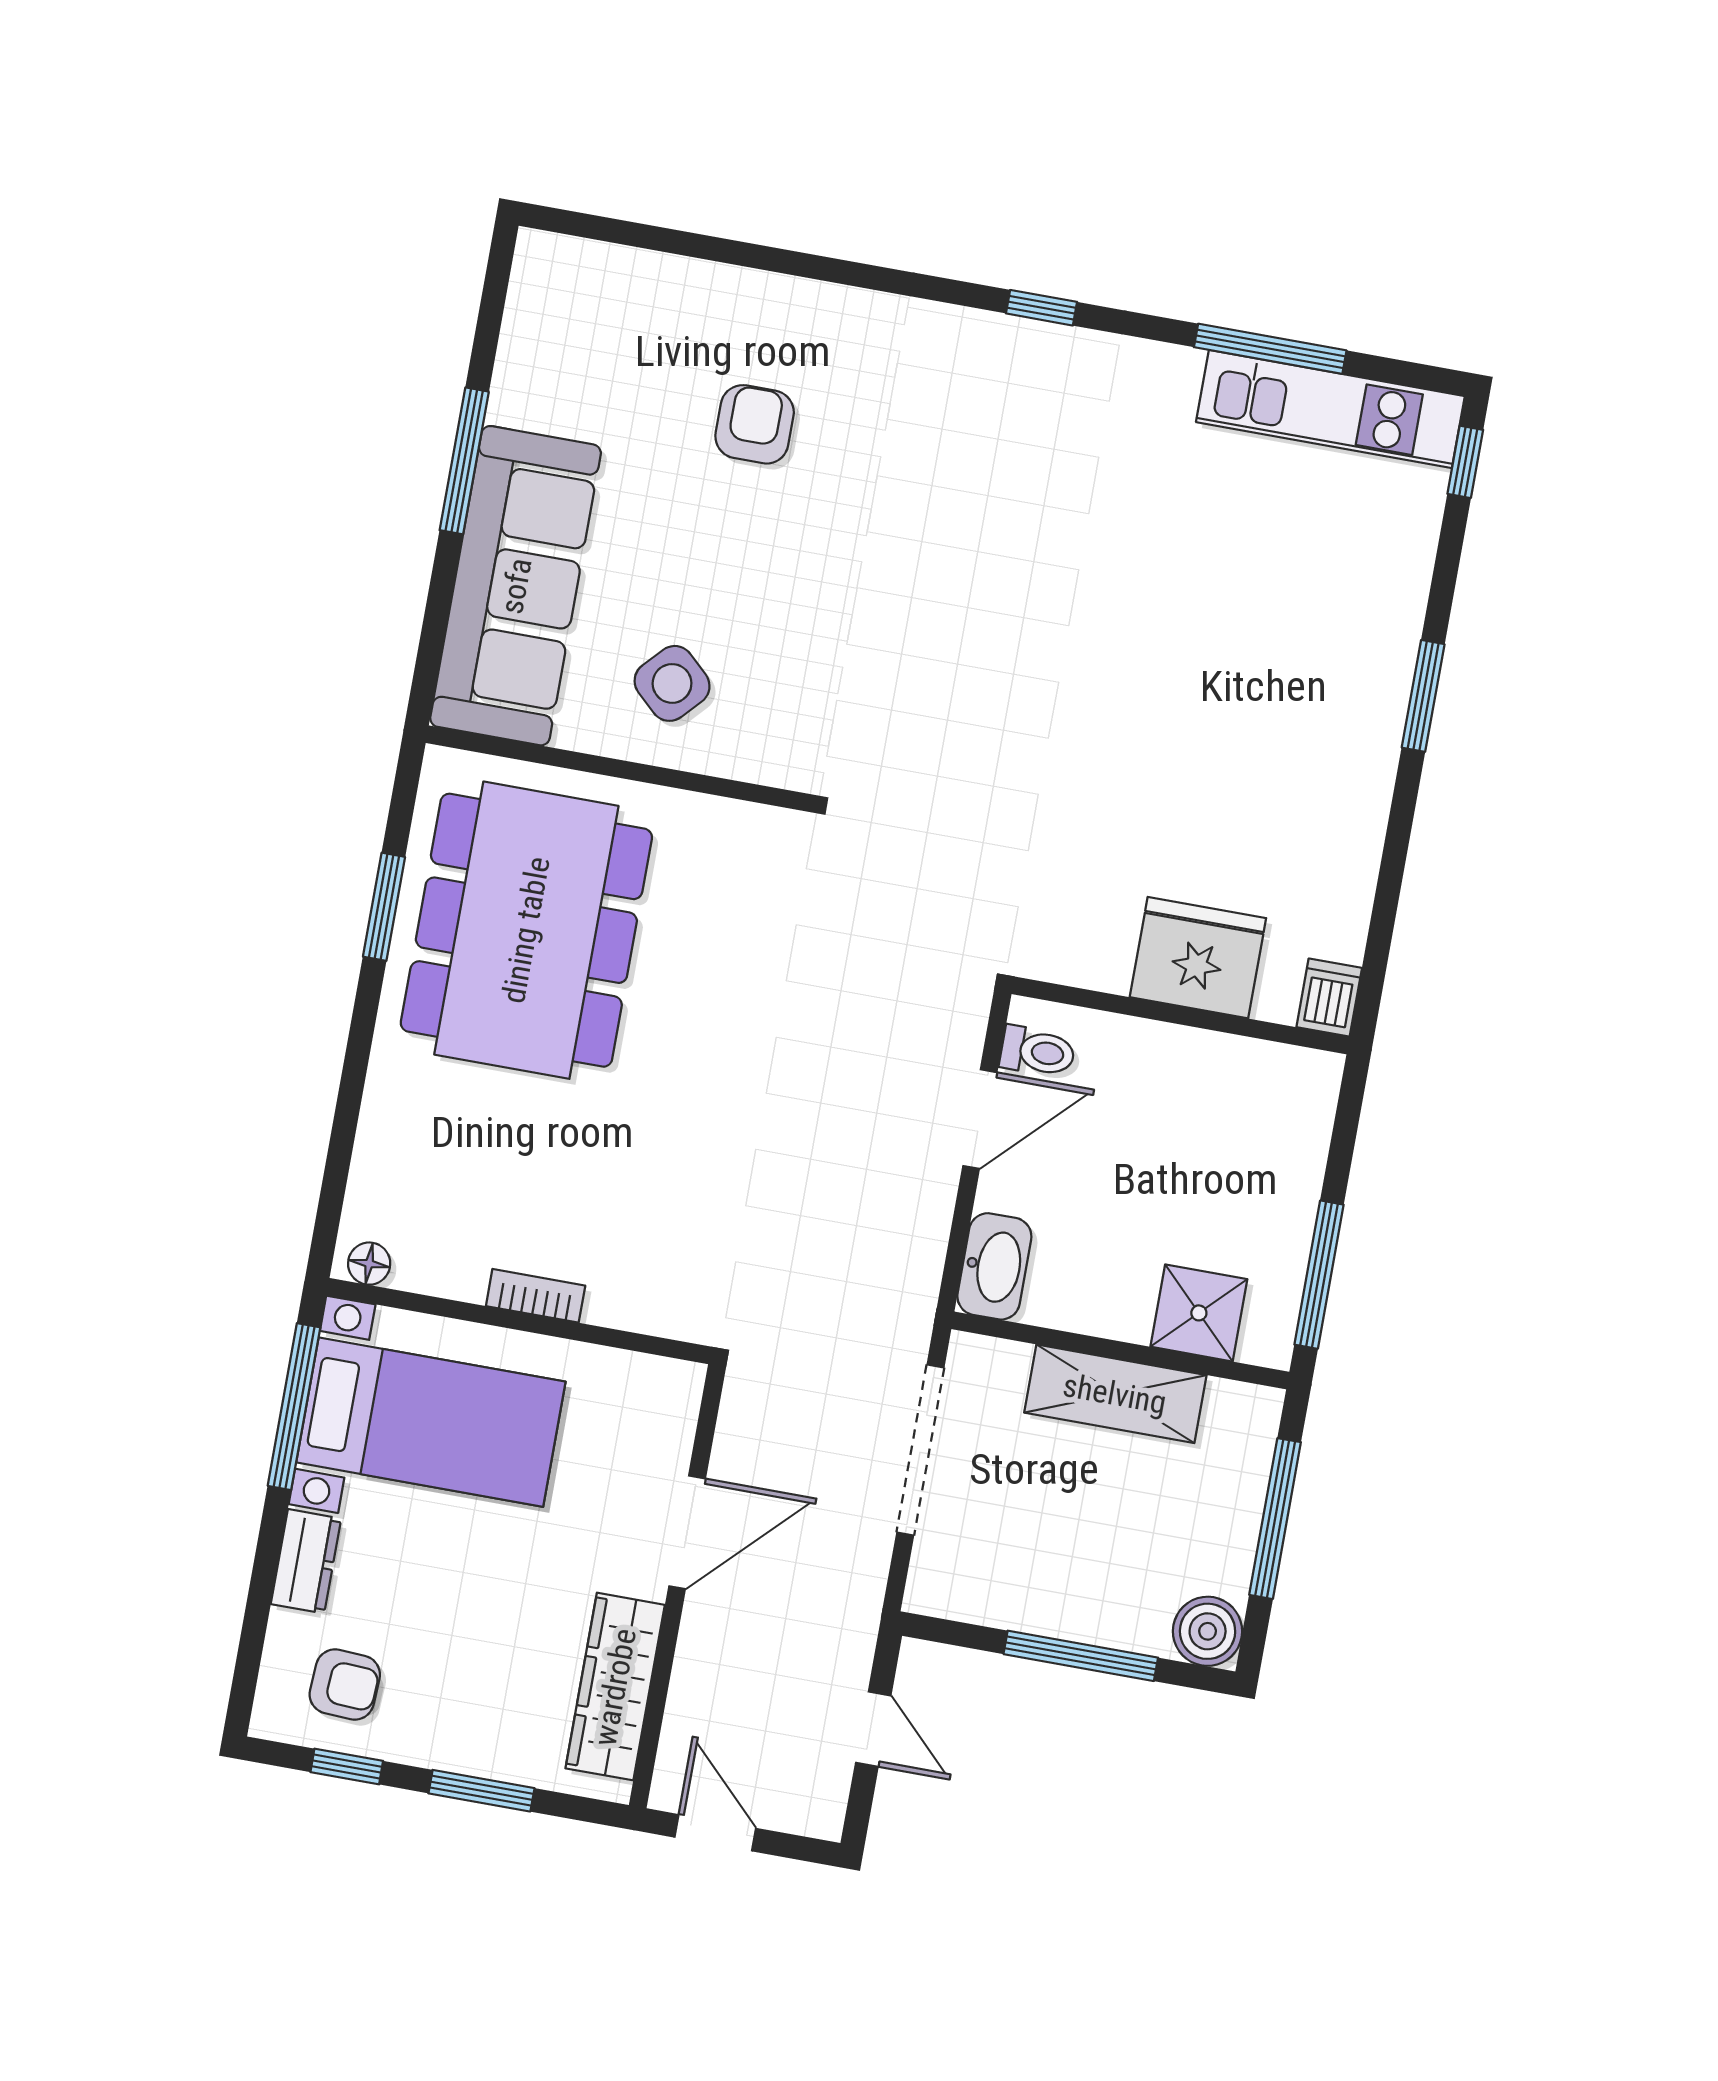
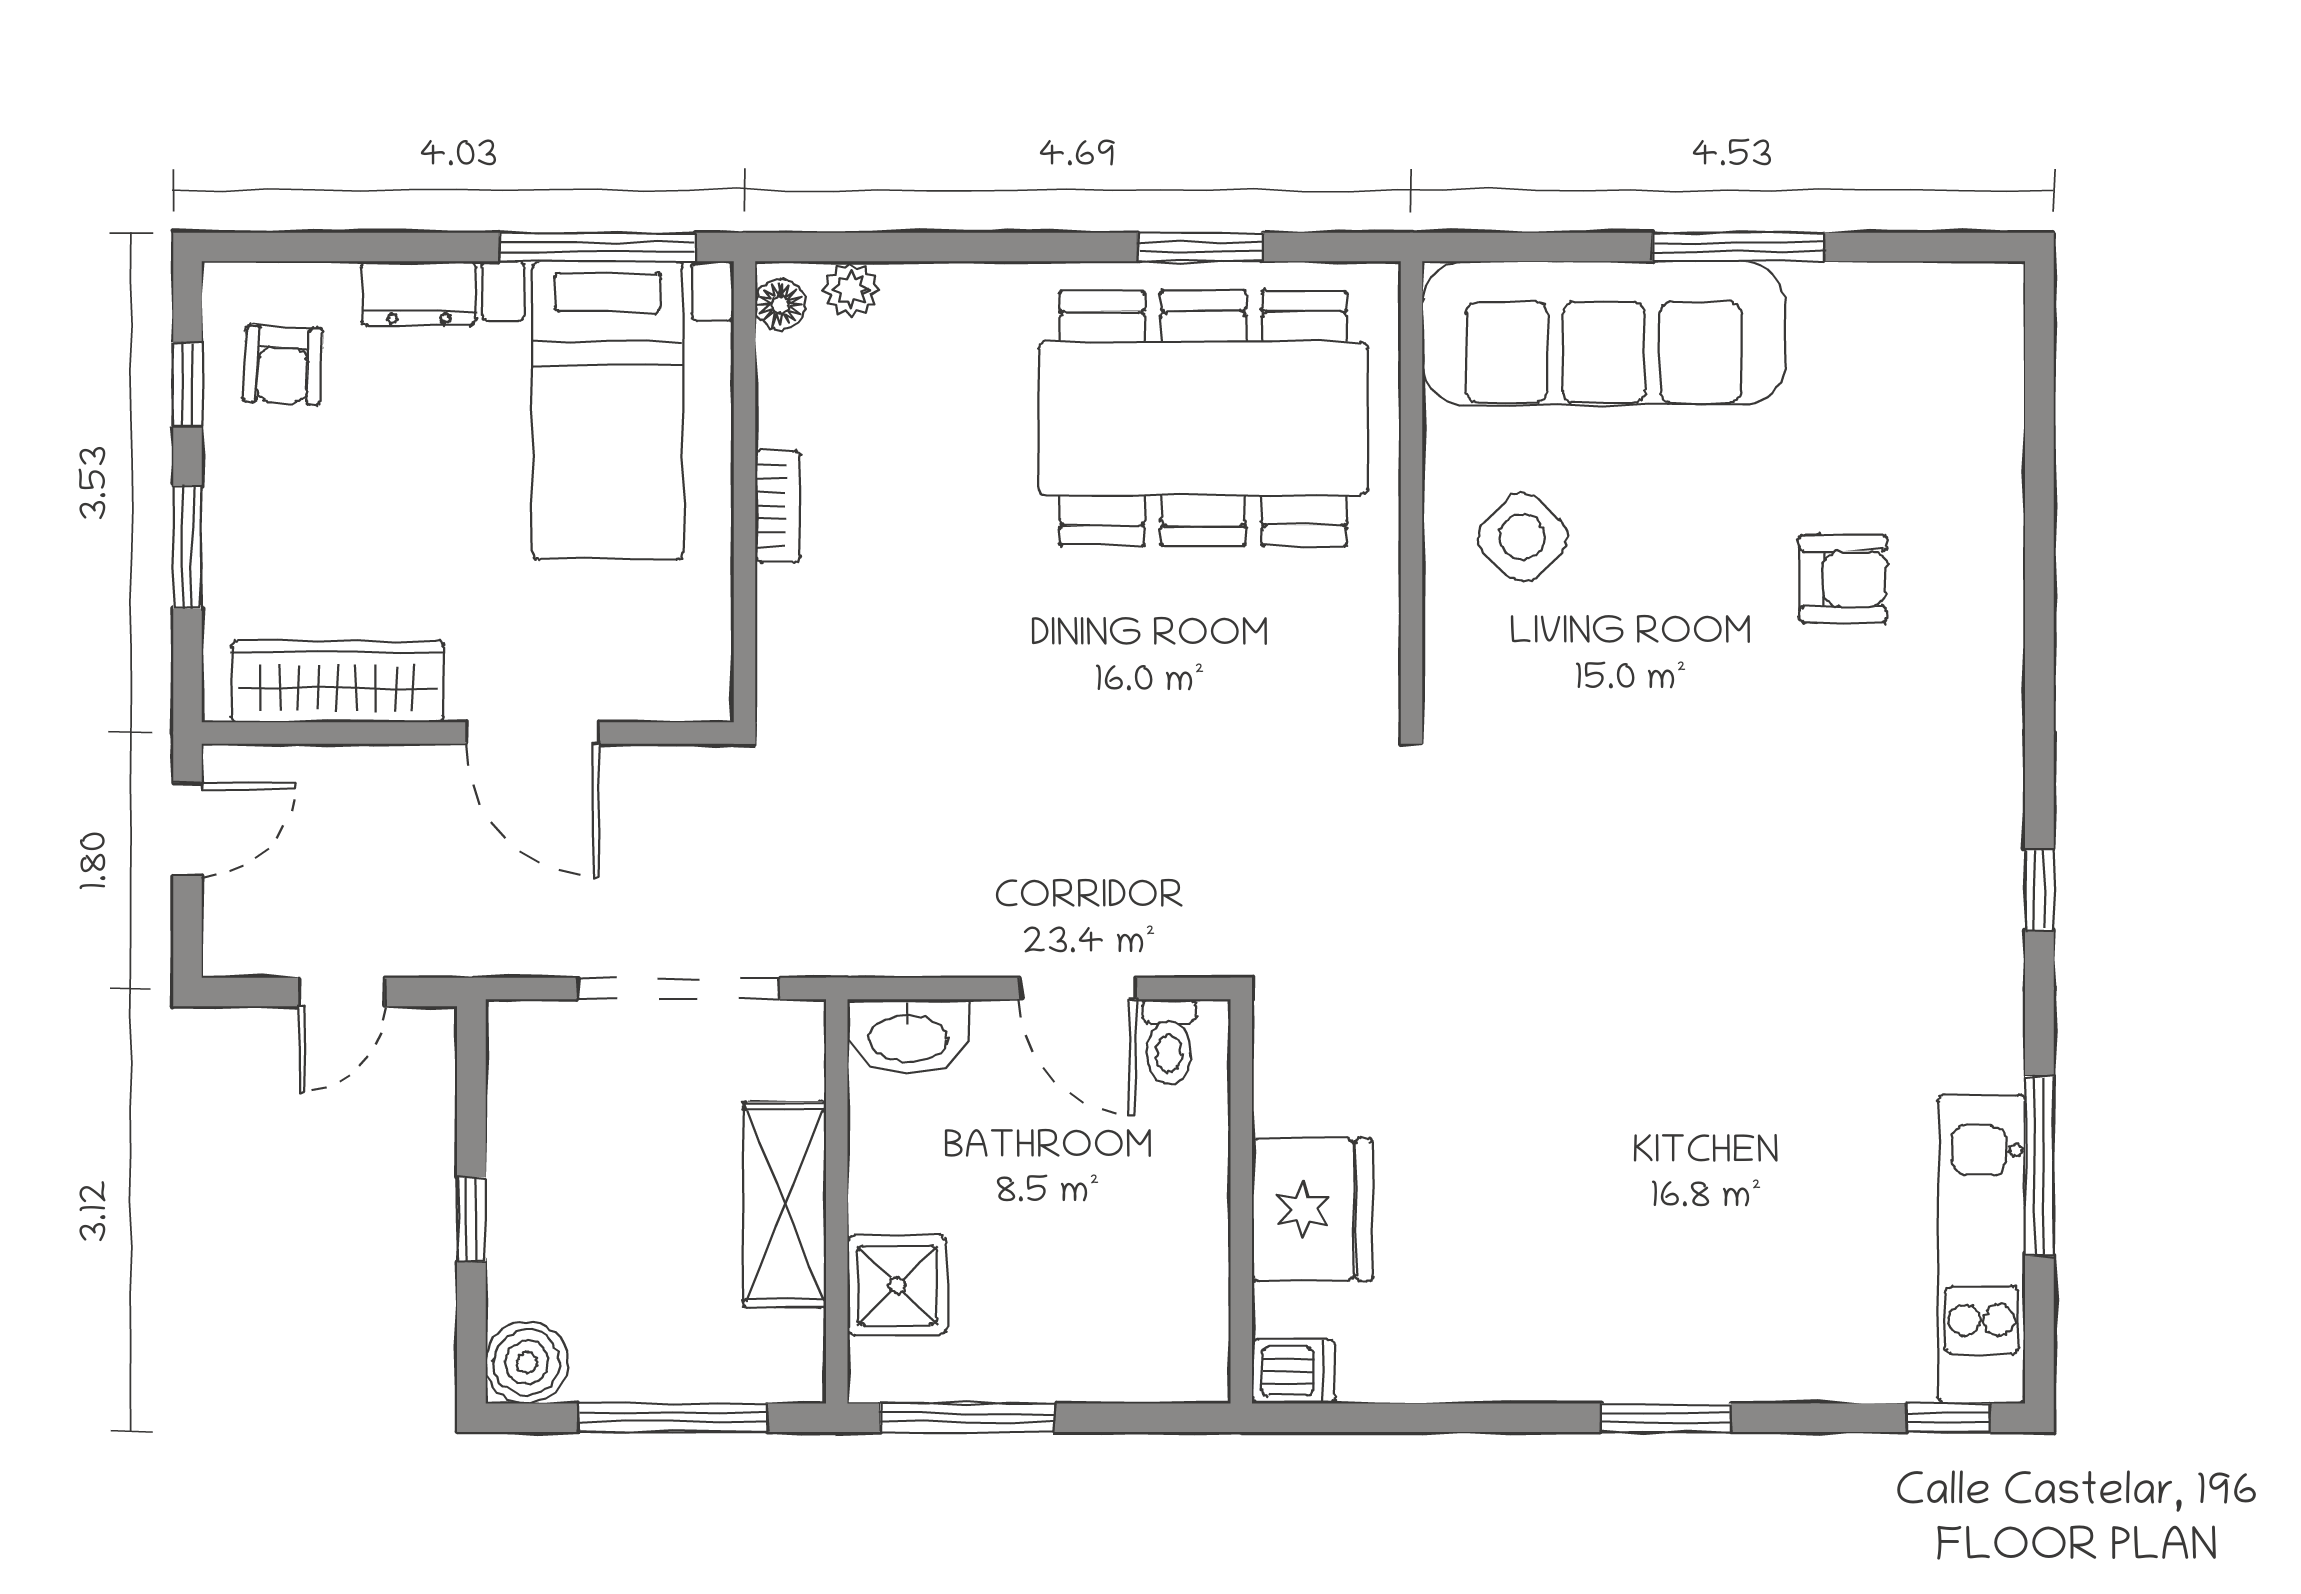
plant: (367, 1203) -> (851, 290), added
window: (1081, 1656) -> (471, 1219), width x0.46

